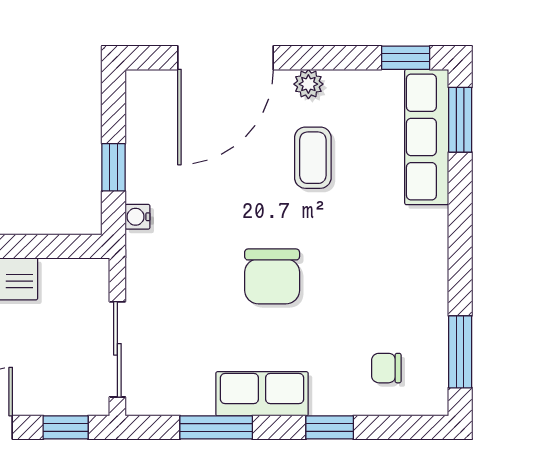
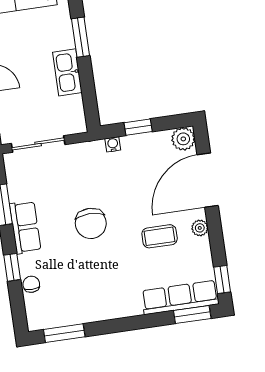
door: (226, 58) -> (208, 180), hinge flipped
plant: (146, 90) -> (183, 139), added
chair: (272, 276) -> (91, 223), turned -90
chair: (386, 368) -> (31, 284), moved

